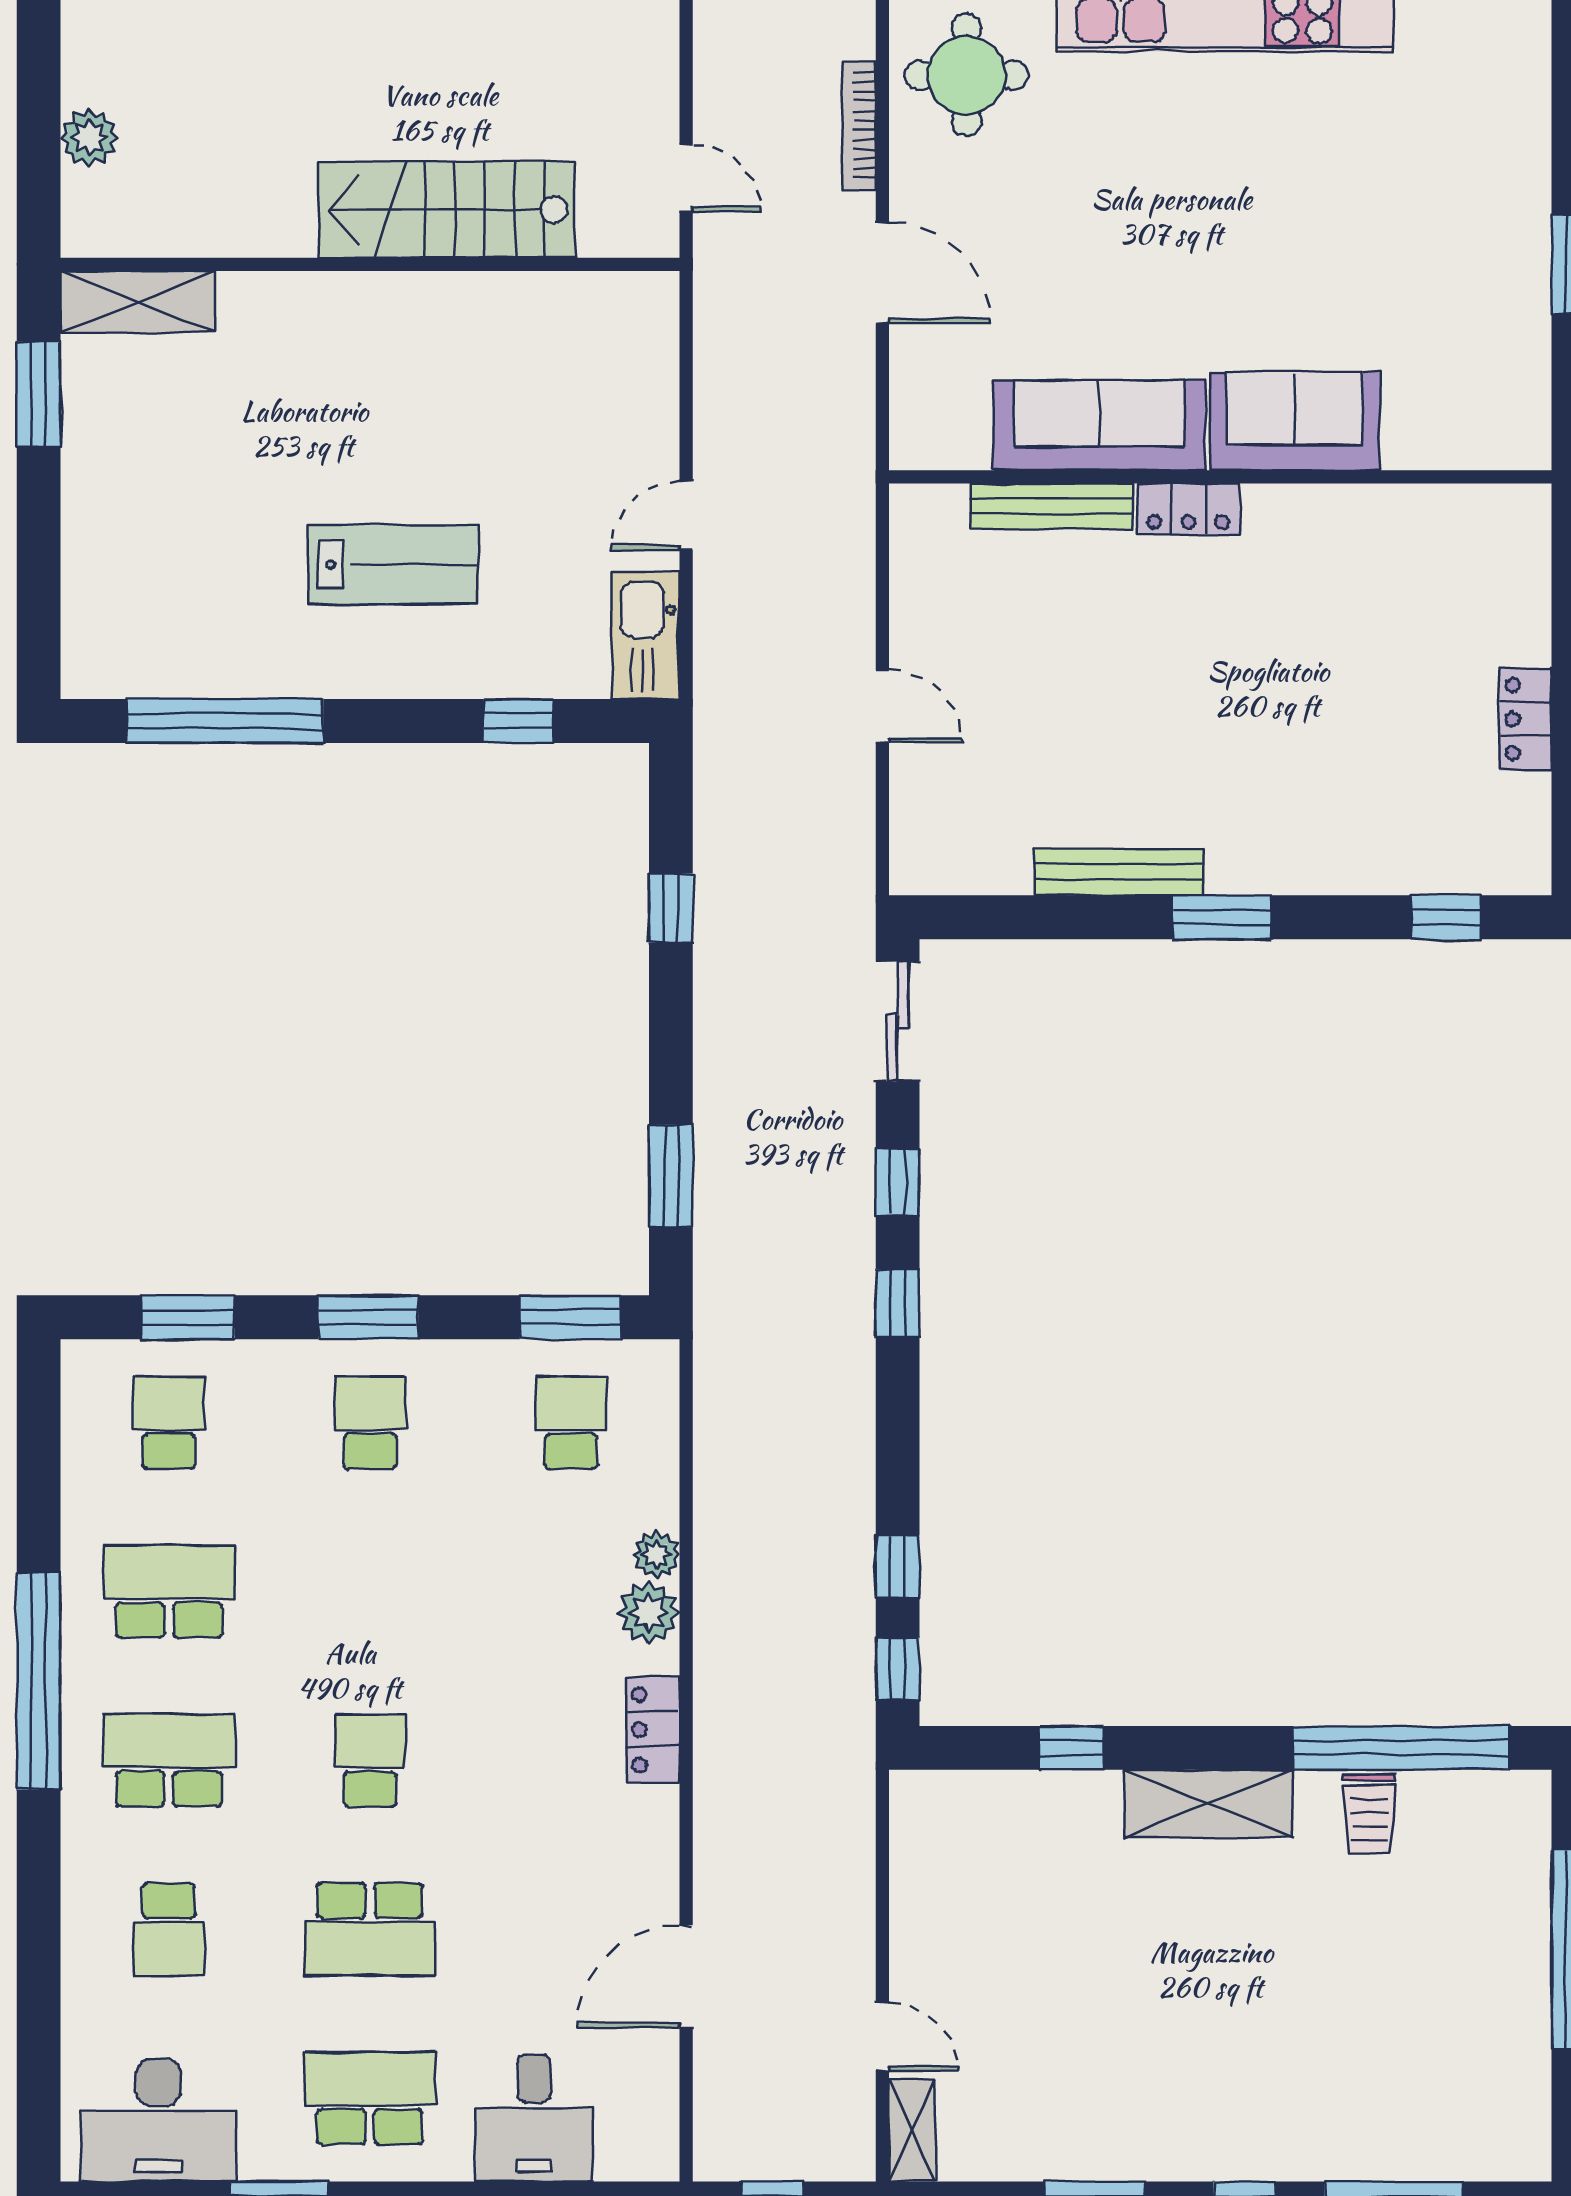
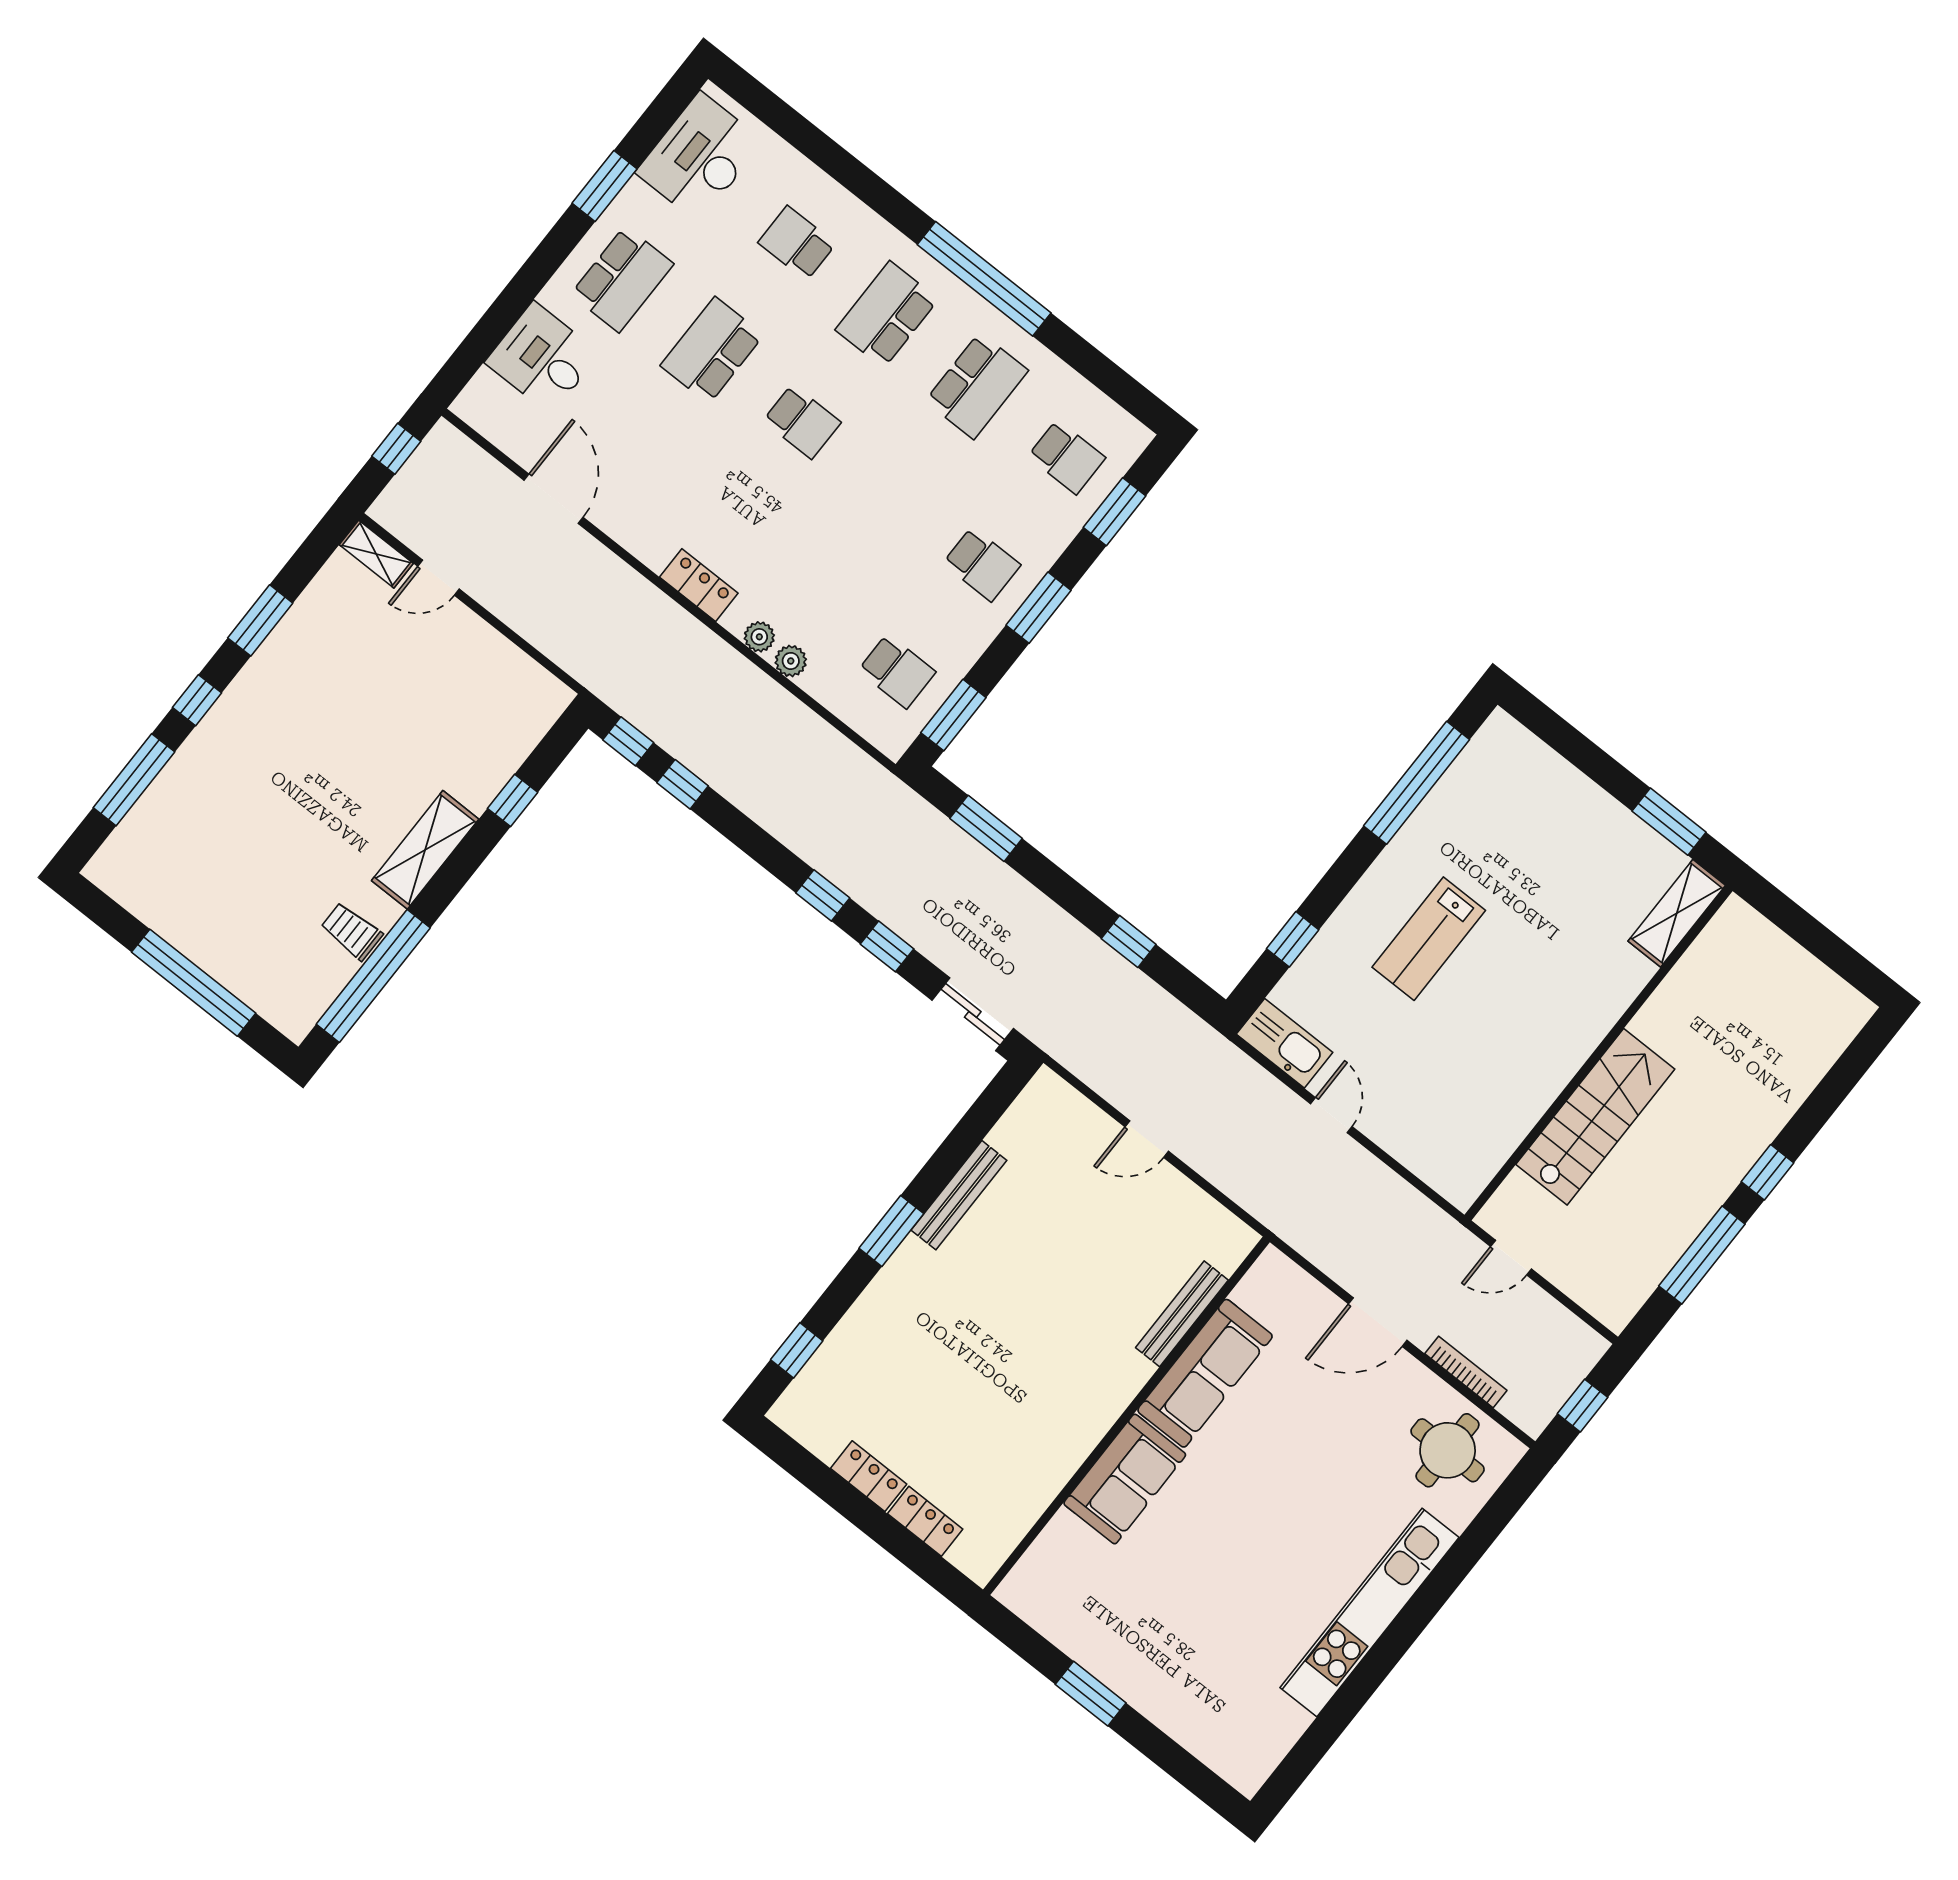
plant: (89, 138) -> (1784, 957), removed
locker: (1188, 509) -> (925, 1521), moved, turned 90
plant: (649, 1613) -> (759, 637), width x0.73, depth x0.73
school desk: (169, 1760) -> (887, 314), turned 180

